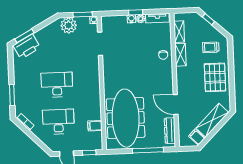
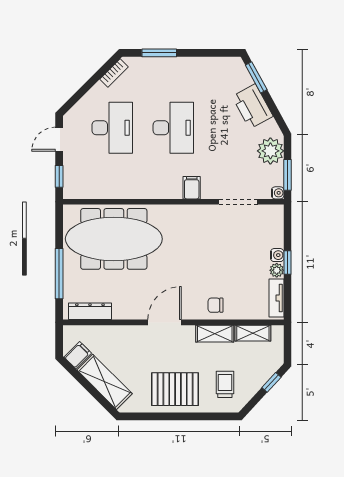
printer: (27, 47) -> (253, 106), moved
door: (176, 104) -> (165, 322), moved
filing cabinet: (95, 126) -> (192, 188), moved

